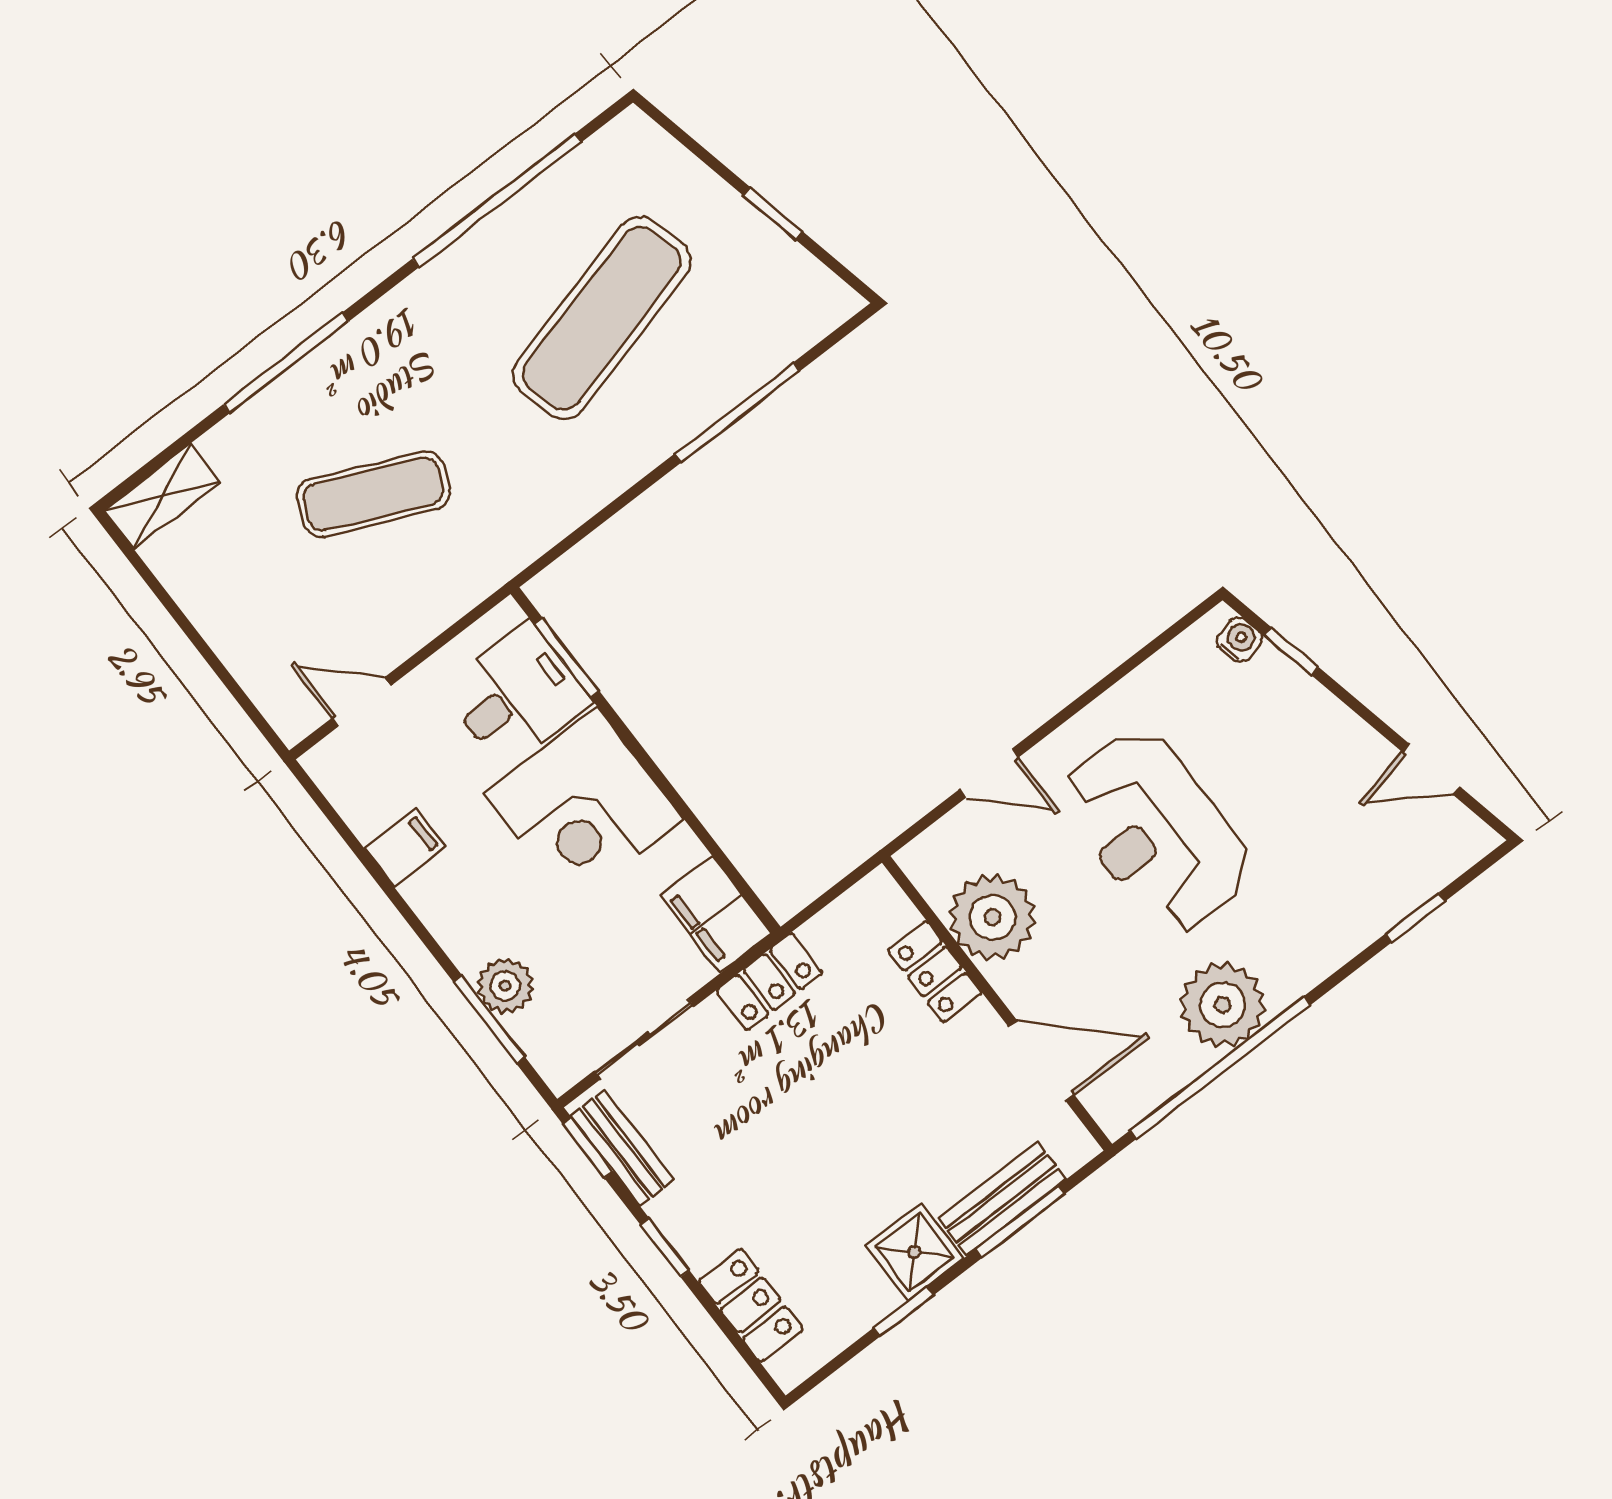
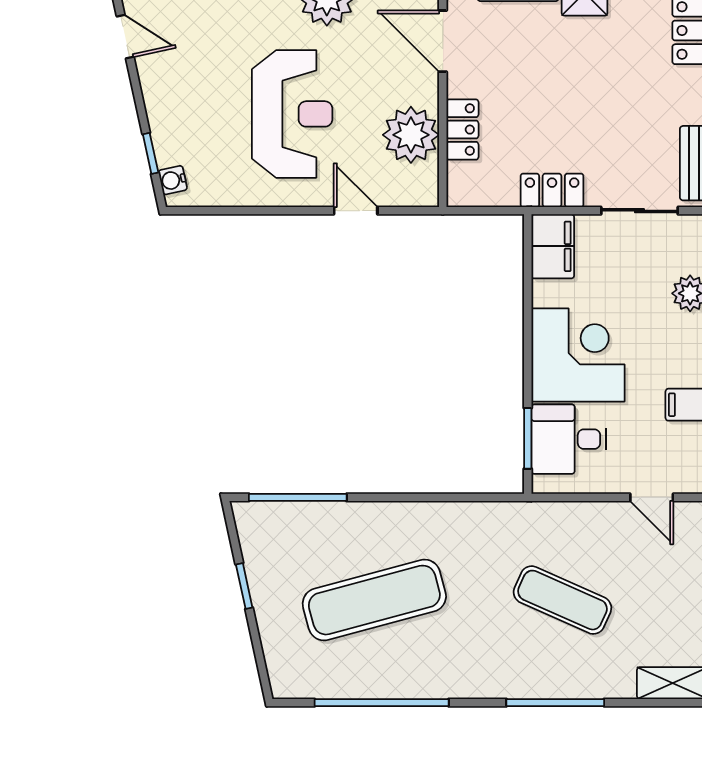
window: (737, 412) -> (298, 497), moved

